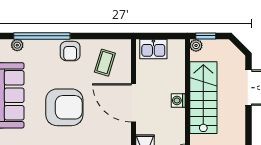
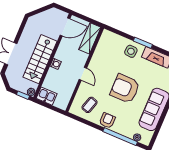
kitchen sink: (153, 49) -> (47, 96), moved
door: (133, 103) -> (83, 74), width x0.53

